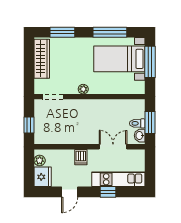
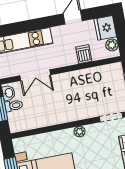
dishwasher: (81, 157) -> (84, 54), moved
window: (108, 192) -> (31, 25), removed

